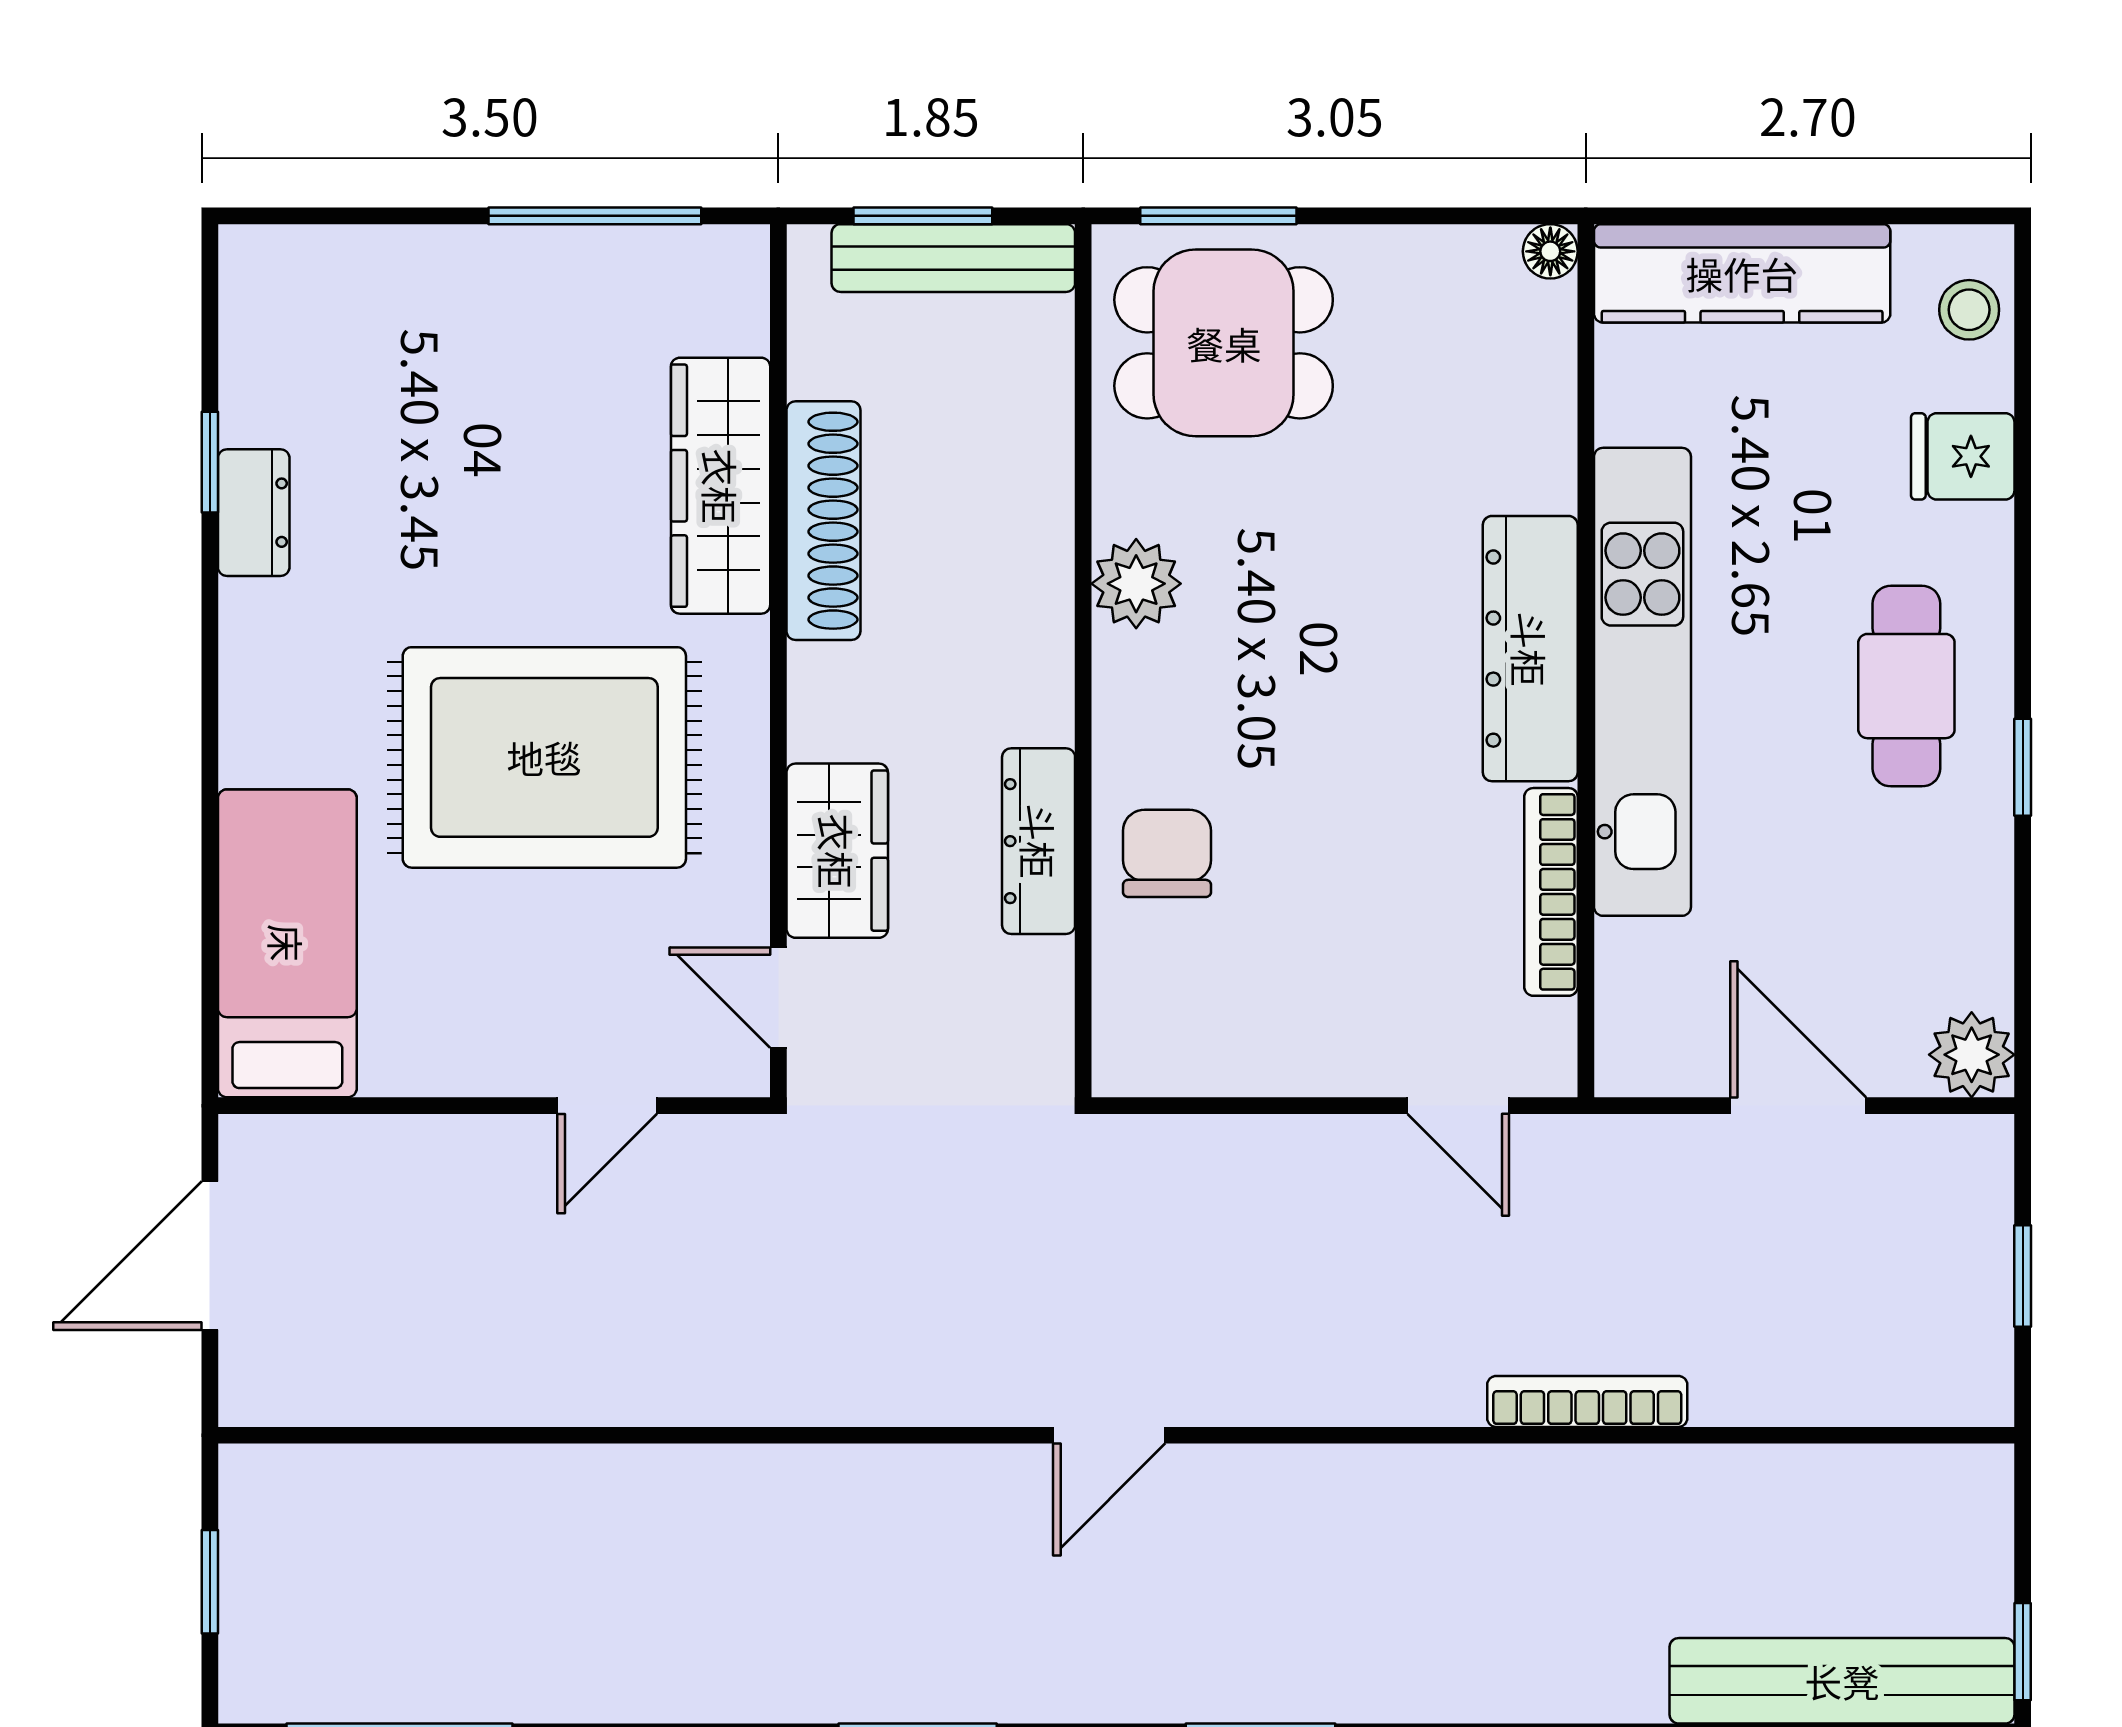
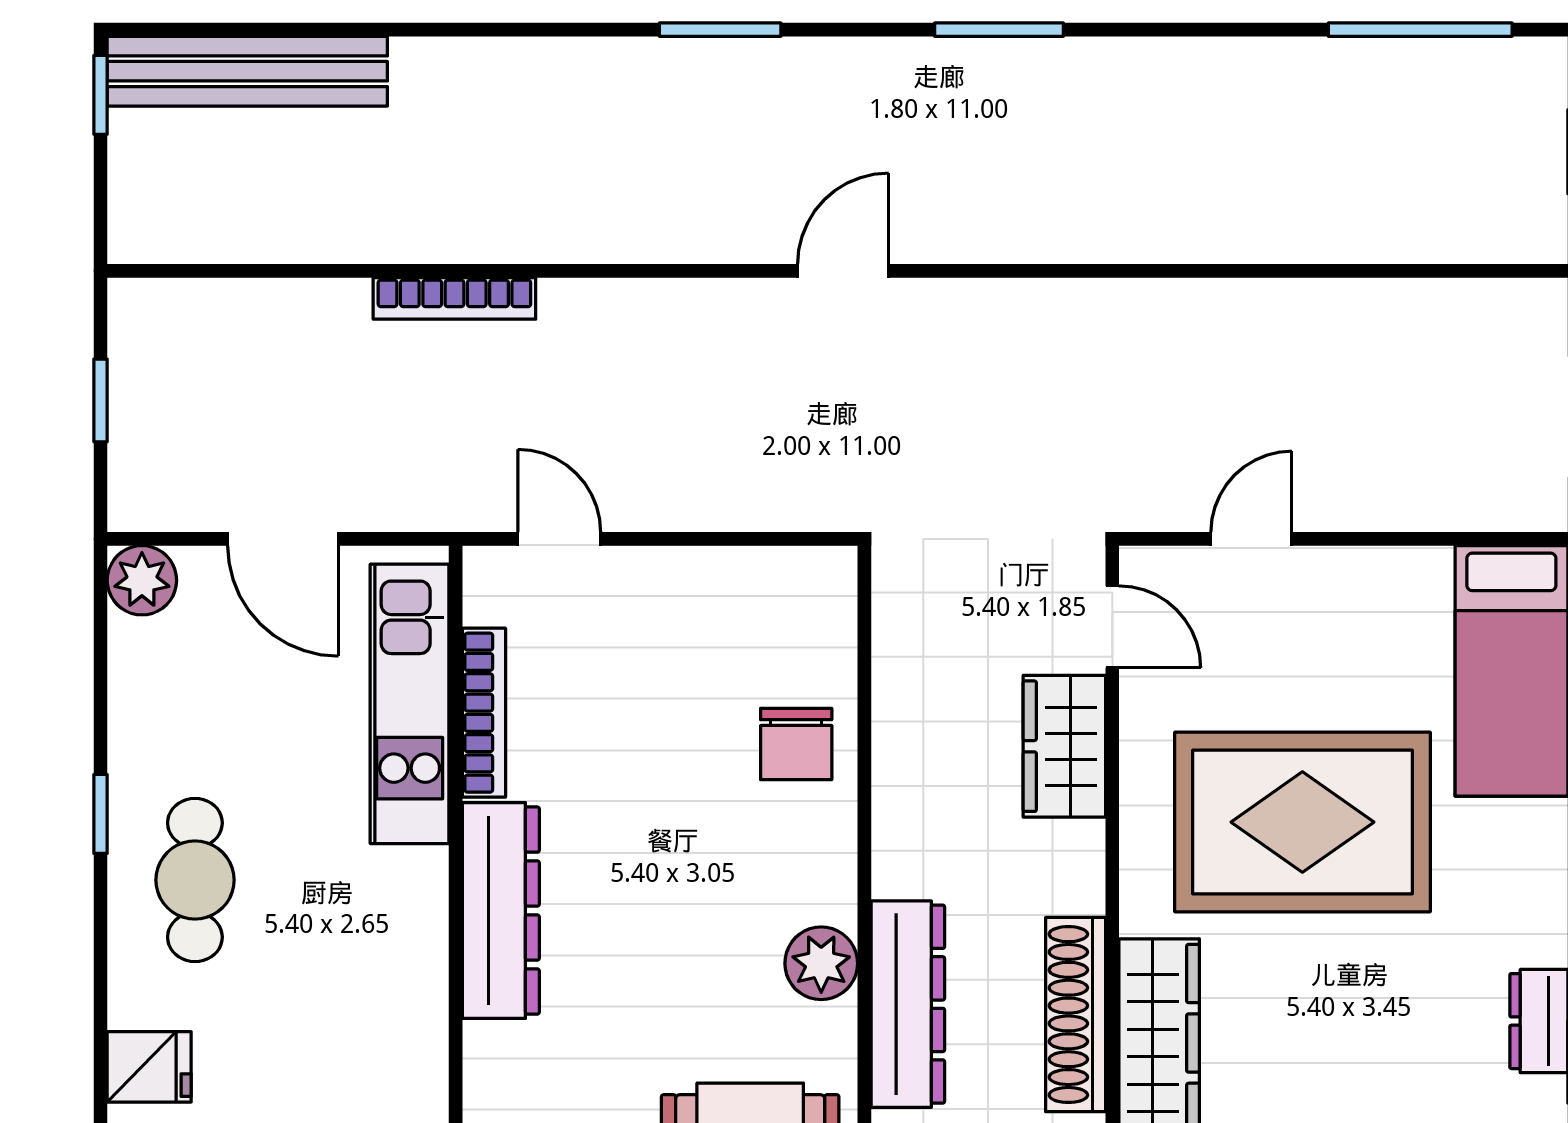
kitchen unit: (1642, 682) -> (410, 704), moved, width x0.73
dresser: (1039, 841) -> (908, 1004), moved, width x1.37, depth x1.24

